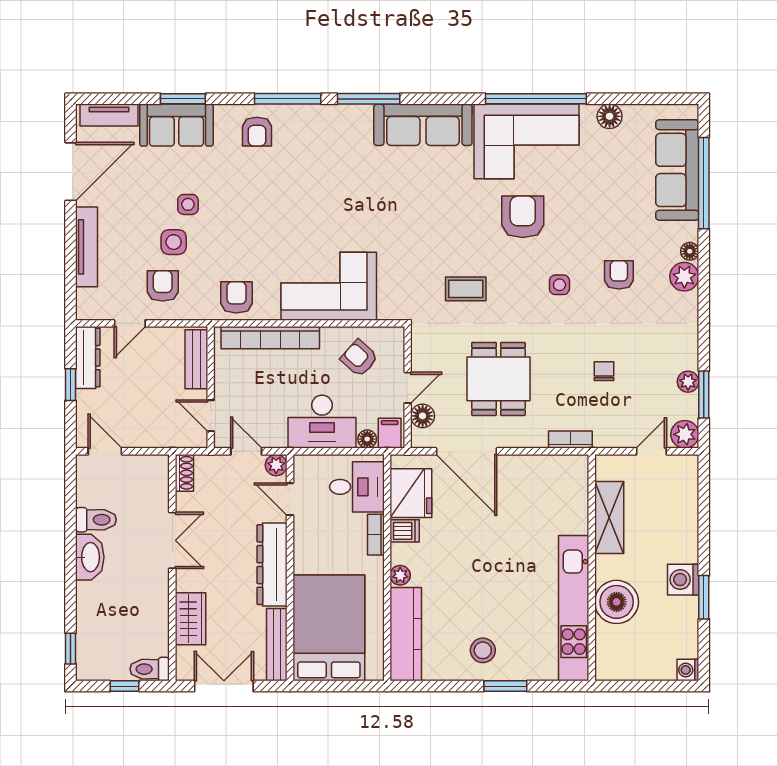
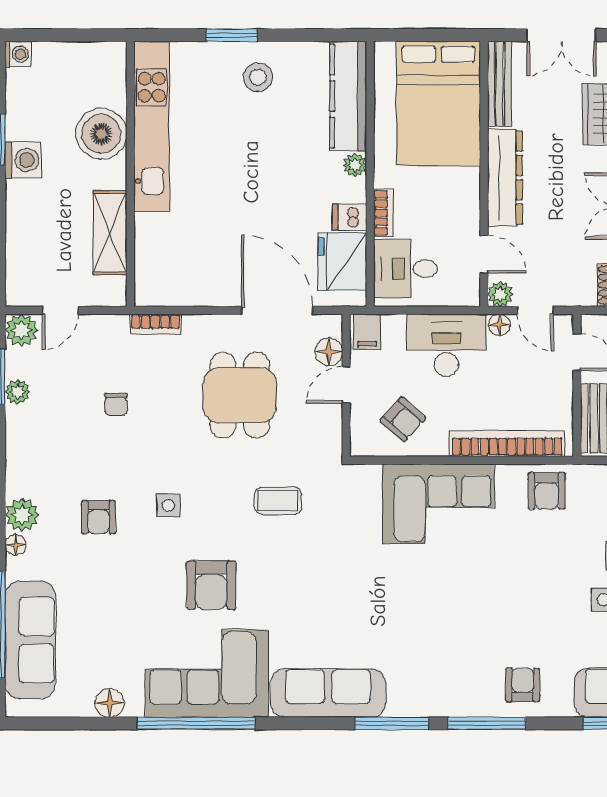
floor lamp: (367, 439) -> (499, 325), moved

